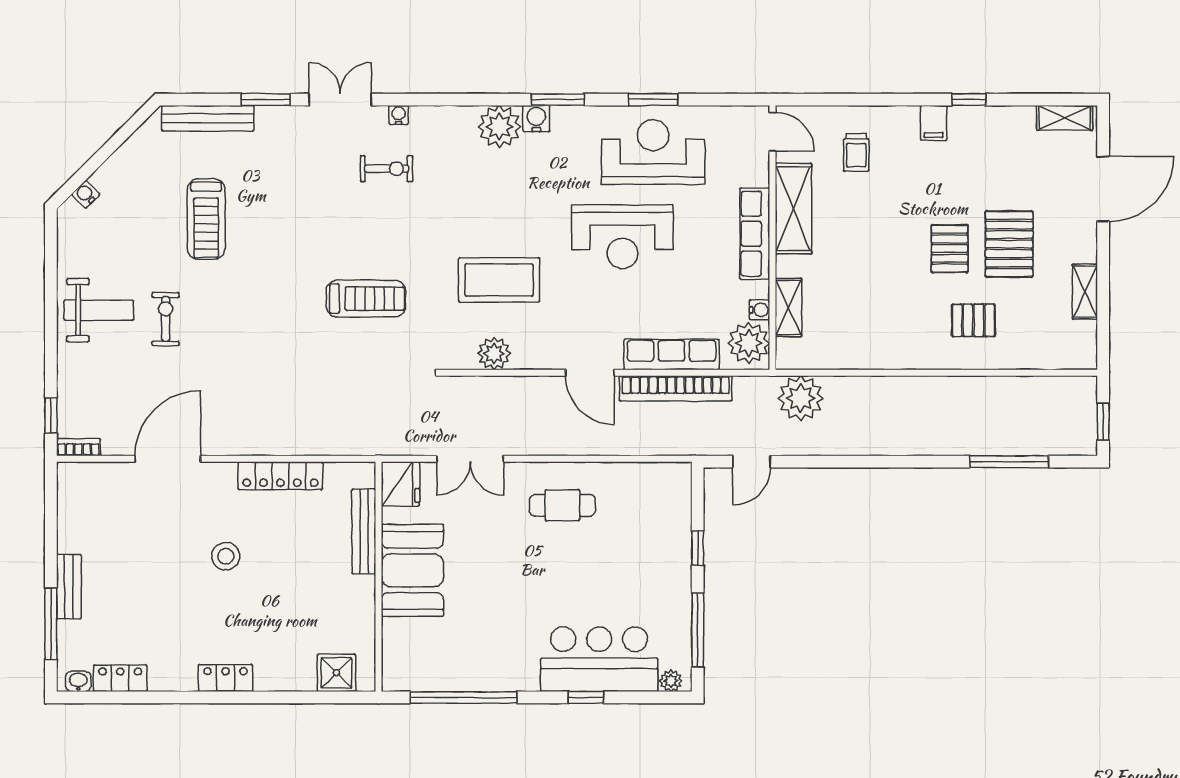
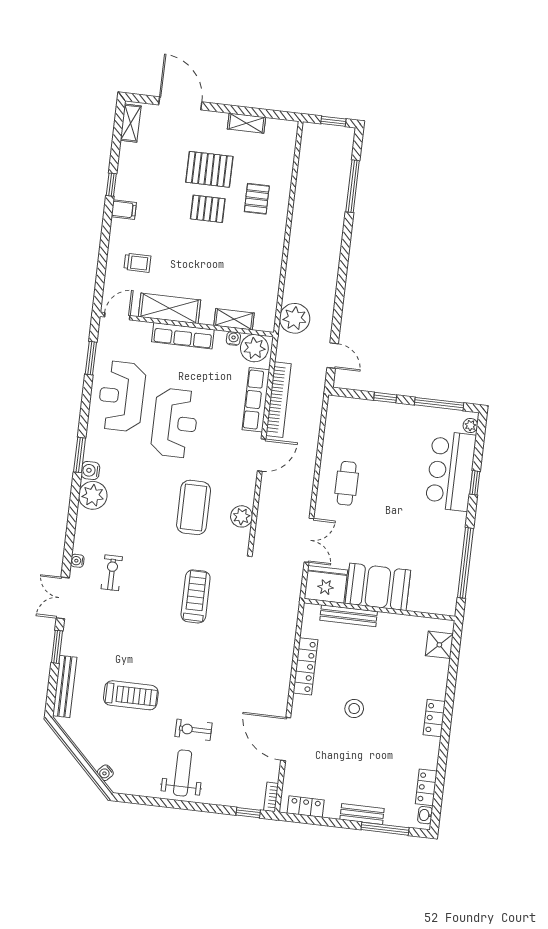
window: (653, 100) -> (91, 358), moved
fridge: (401, 484) -> (326, 584), width x1.36, depth x1.34
locker: (70, 501) -> (306, 807), added

